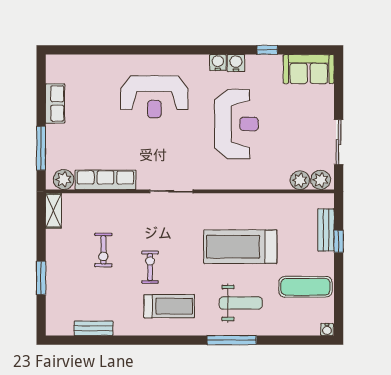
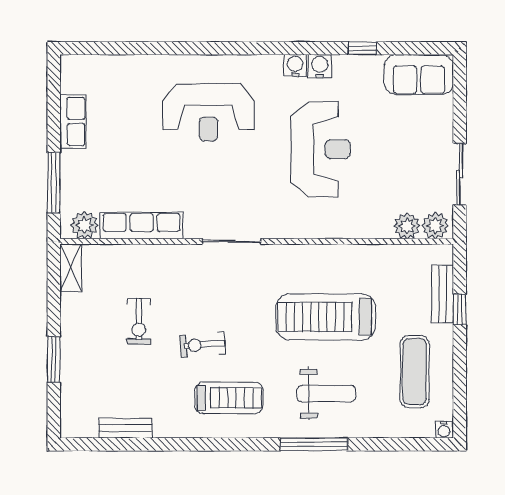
exercise bike: (150, 267) -> (202, 345), turned -95
exercise mat: (306, 287) -> (415, 372), turned 90

